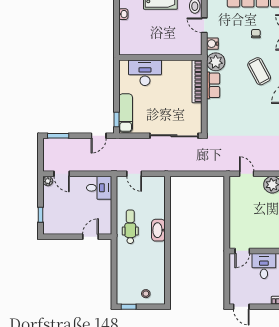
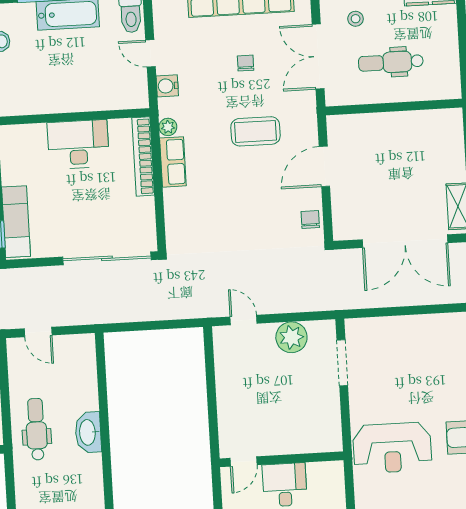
plant: (216, 62) -> (168, 127), width x0.53, depth x0.53
coffee table: (259, 71) -> (255, 131), turned -62
desk: (145, 73) -> (78, 144), moved

